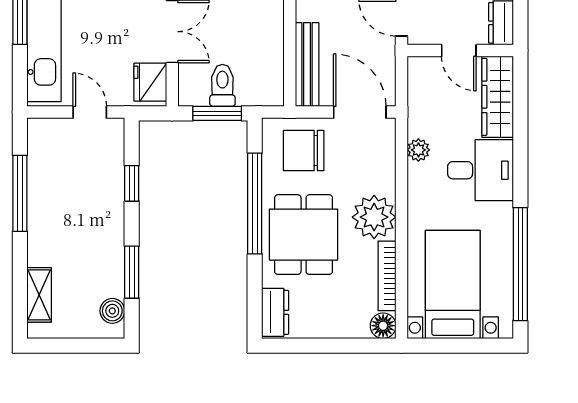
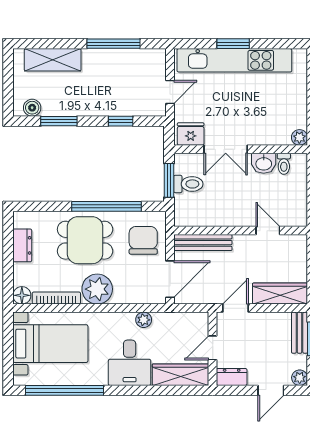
shelving: (39, 295) -> (53, 60), width x1.50, depth x1.33
dresser: (275, 312) -> (22, 245), moved, turned -90

